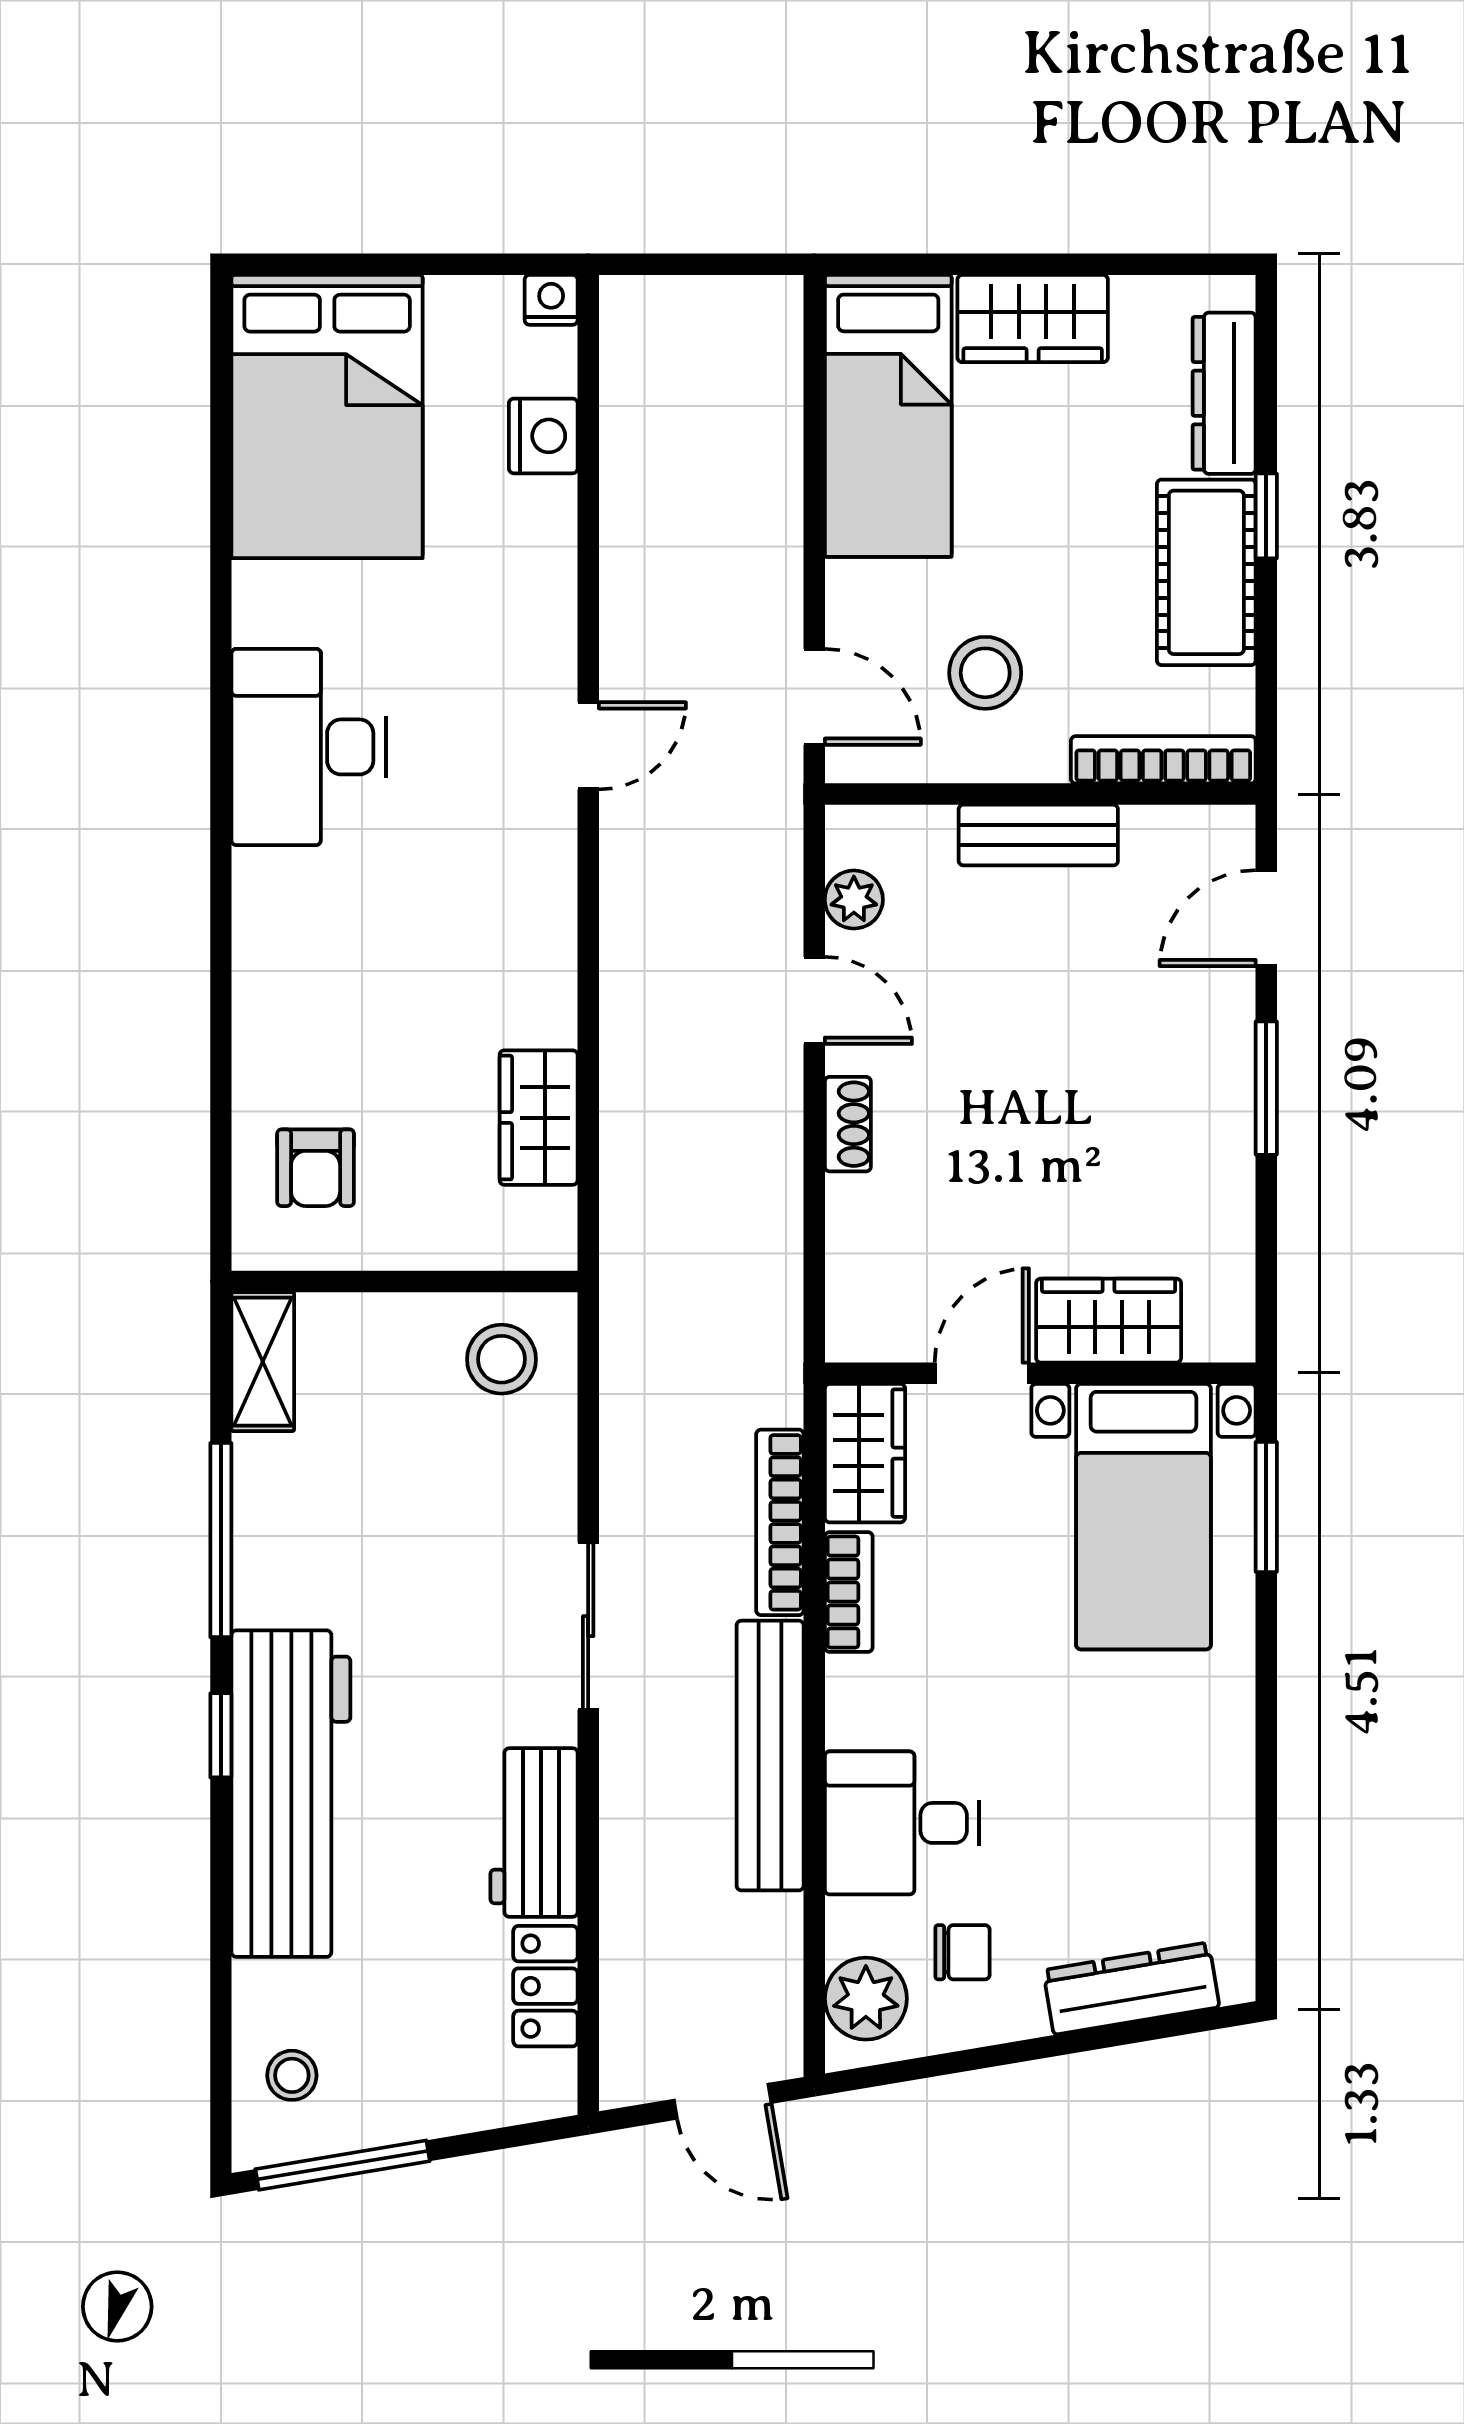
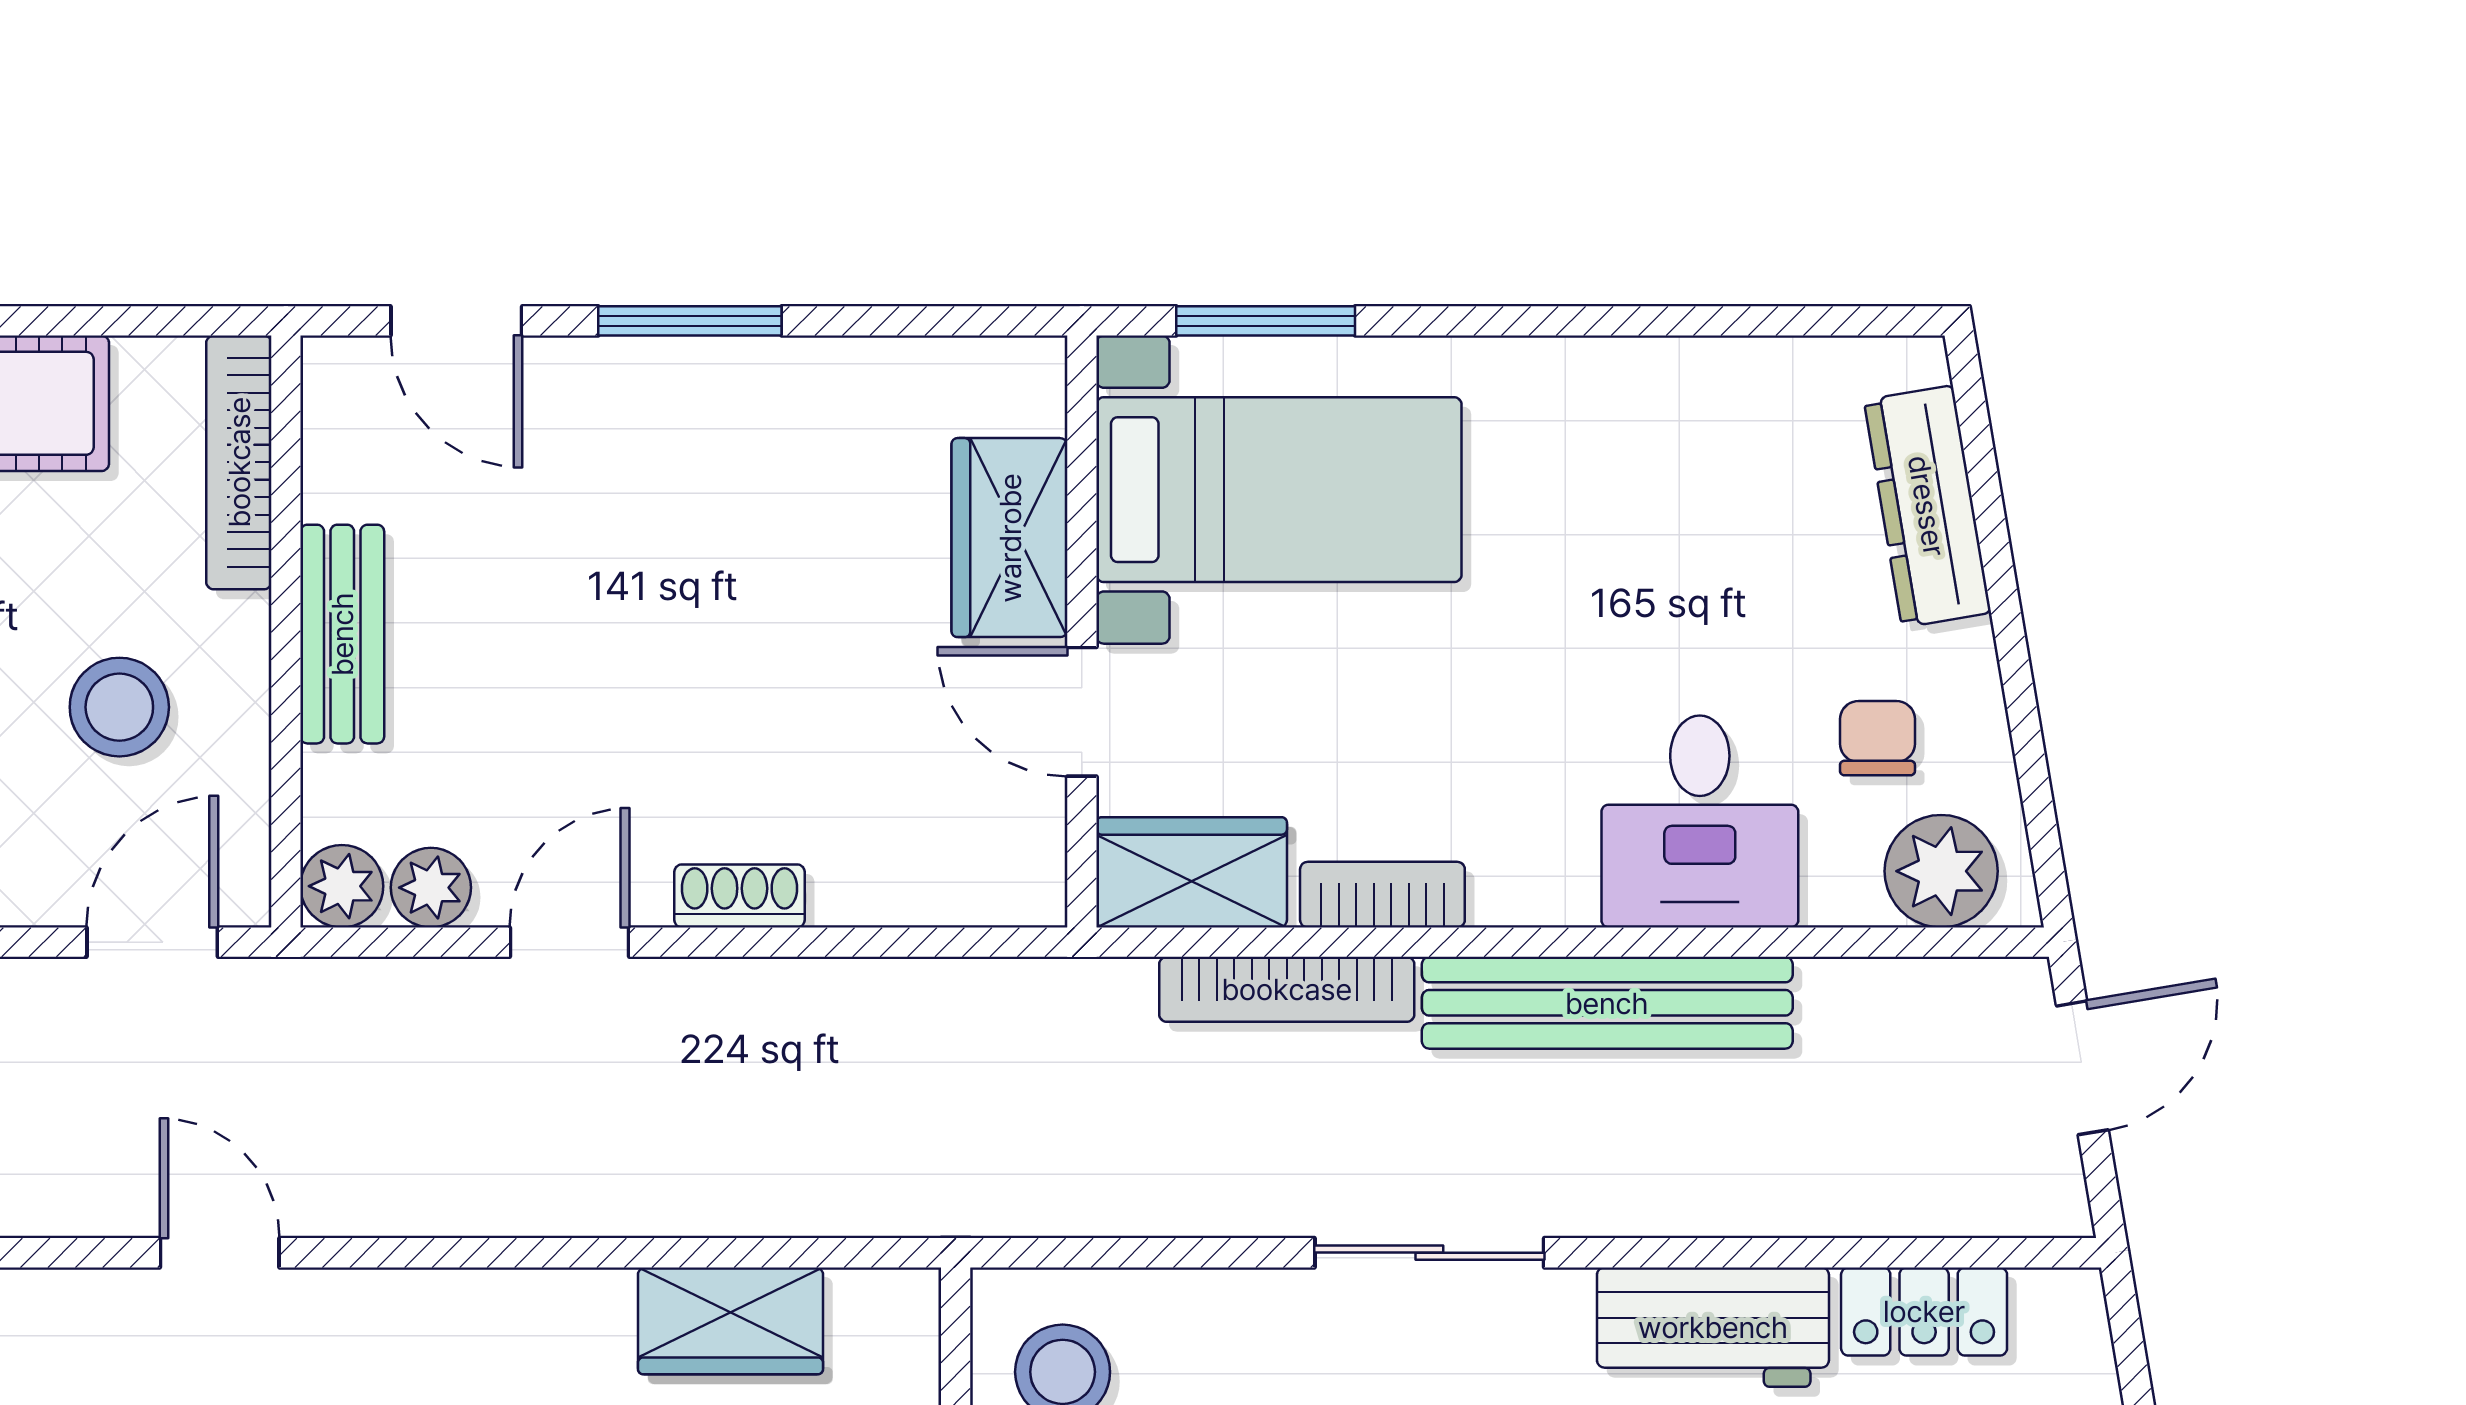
plant: (855, 835) -> (342, 886), added

